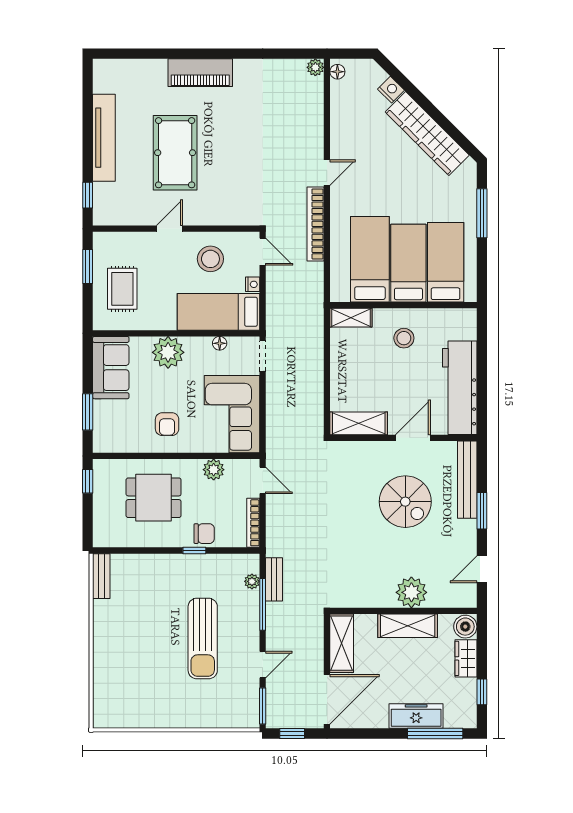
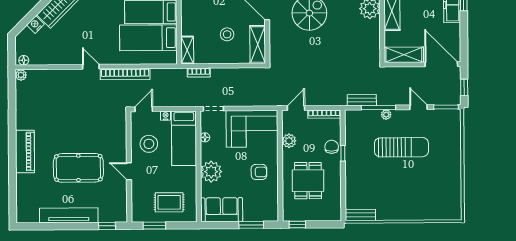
bookcase: (317, 335) -> (199, 73), added
stool: (404, 338) -> (227, 34), moved
plant: (252, 581) -> (386, 115), moved

